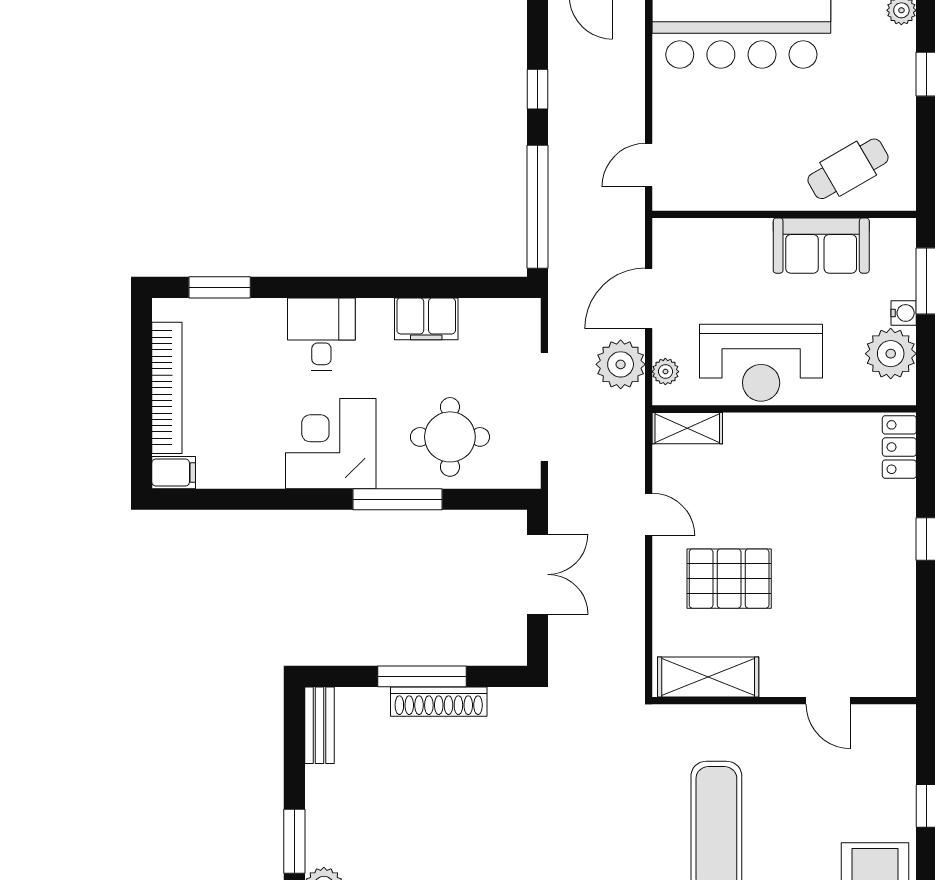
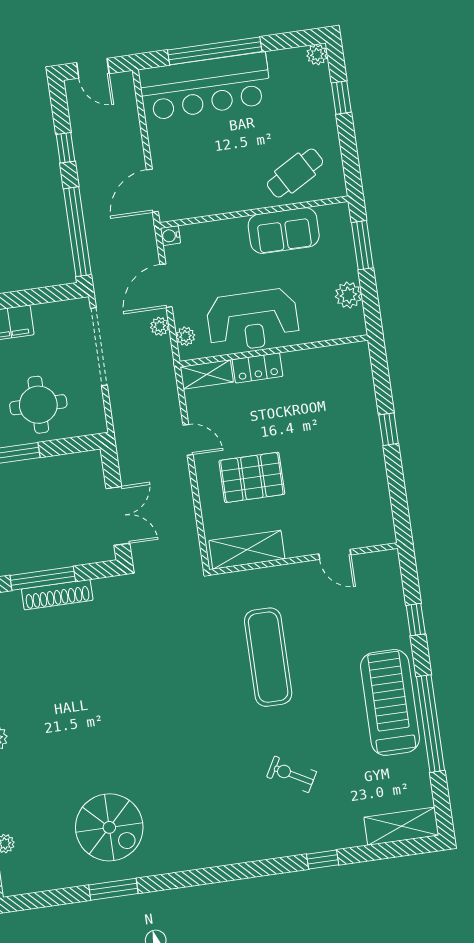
door: (649, 165) -> (152, 191), width x1.38
water cooler: (904, 313) -> (170, 236), moved, turned 180
plant: (891, 354) -> (348, 295), width x0.73, depth x0.73
plant: (621, 364) -> (160, 326), width x0.53, depth x0.53
doorway: (544, 407) -> (99, 347), moved
locker: (899, 447) -> (258, 368), moved, turned -90
double door: (538, 574) -> (118, 516), moved

